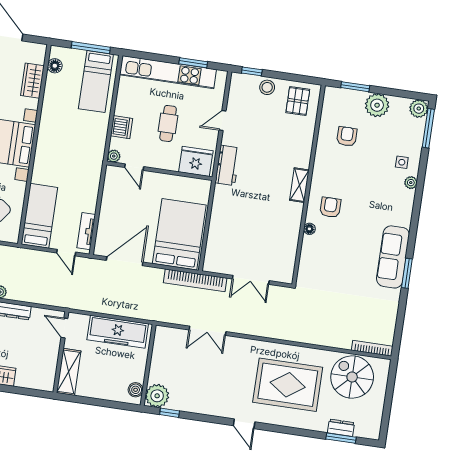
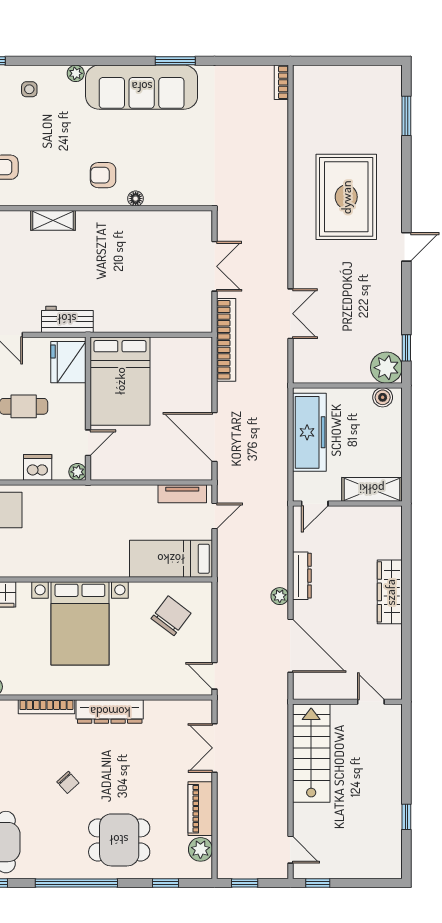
plant: (411, 183) -> (76, 73), moved
shelving: (299, 185) -> (53, 220), moved
bed: (179, 234) -> (120, 381), moved, turned -90
sofa: (393, 257) -> (142, 87), width x1.36, depth x1.27
bookcase: (372, 348) -> (281, 82), width x0.64
spiral stairs: (352, 377) -> (323, 113), removed
dresser: (341, 428) -> (393, 118), removed

